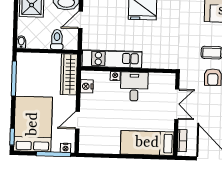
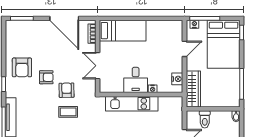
kitchen unit: (112, 59) -> (132, 104), moved

